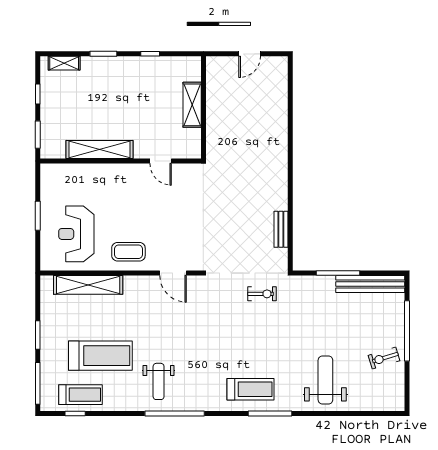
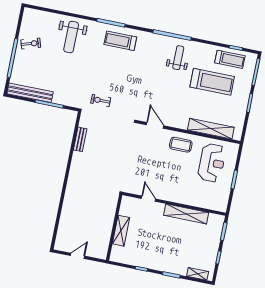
treadmill: (100, 356) -> (212, 82), turned 180
treadmill: (81, 395) -> (230, 59), turned 180

